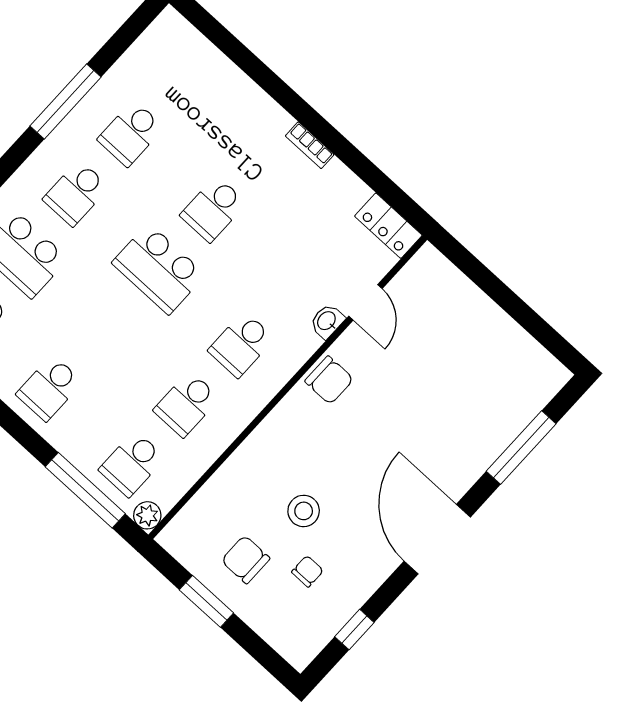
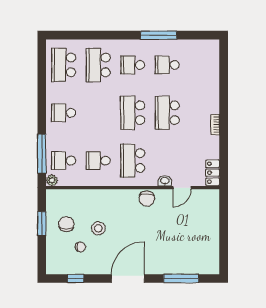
school desk: (213, 209) -> (167, 113), width x1.85
school desk: (241, 345) -> (133, 161), width x1.85

